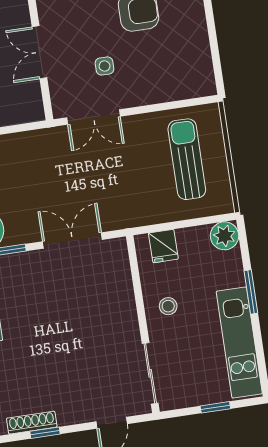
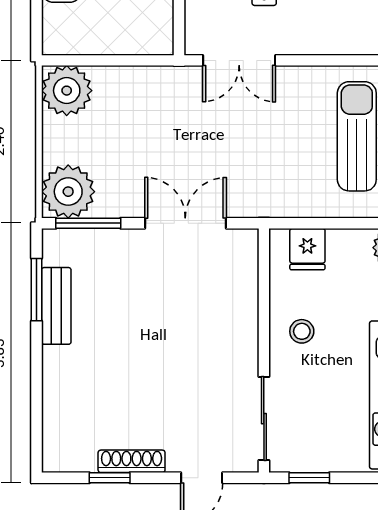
window: (215, 407) -> (309, 478), moved
shoe rack: (32, 423) -> (132, 461), moved

